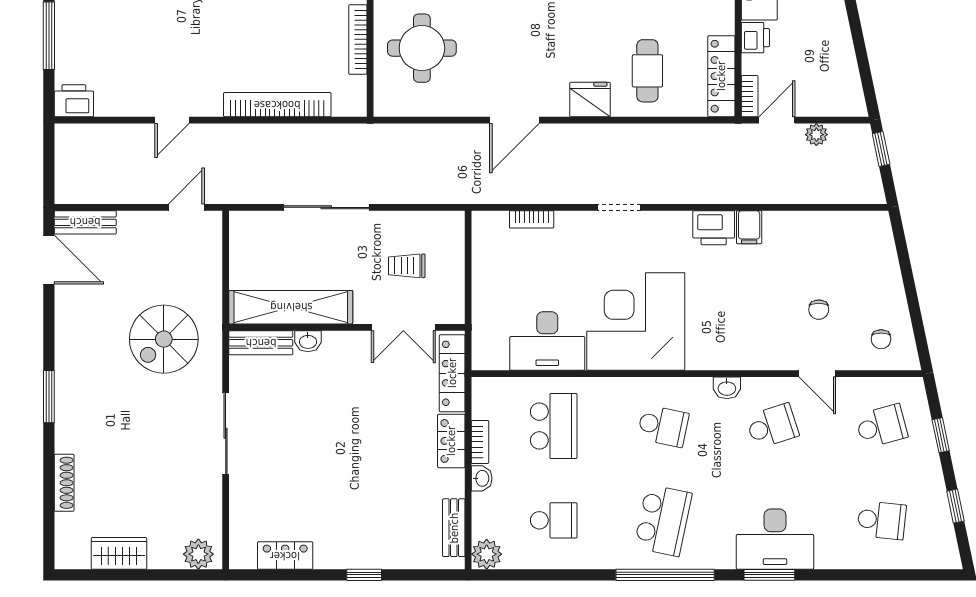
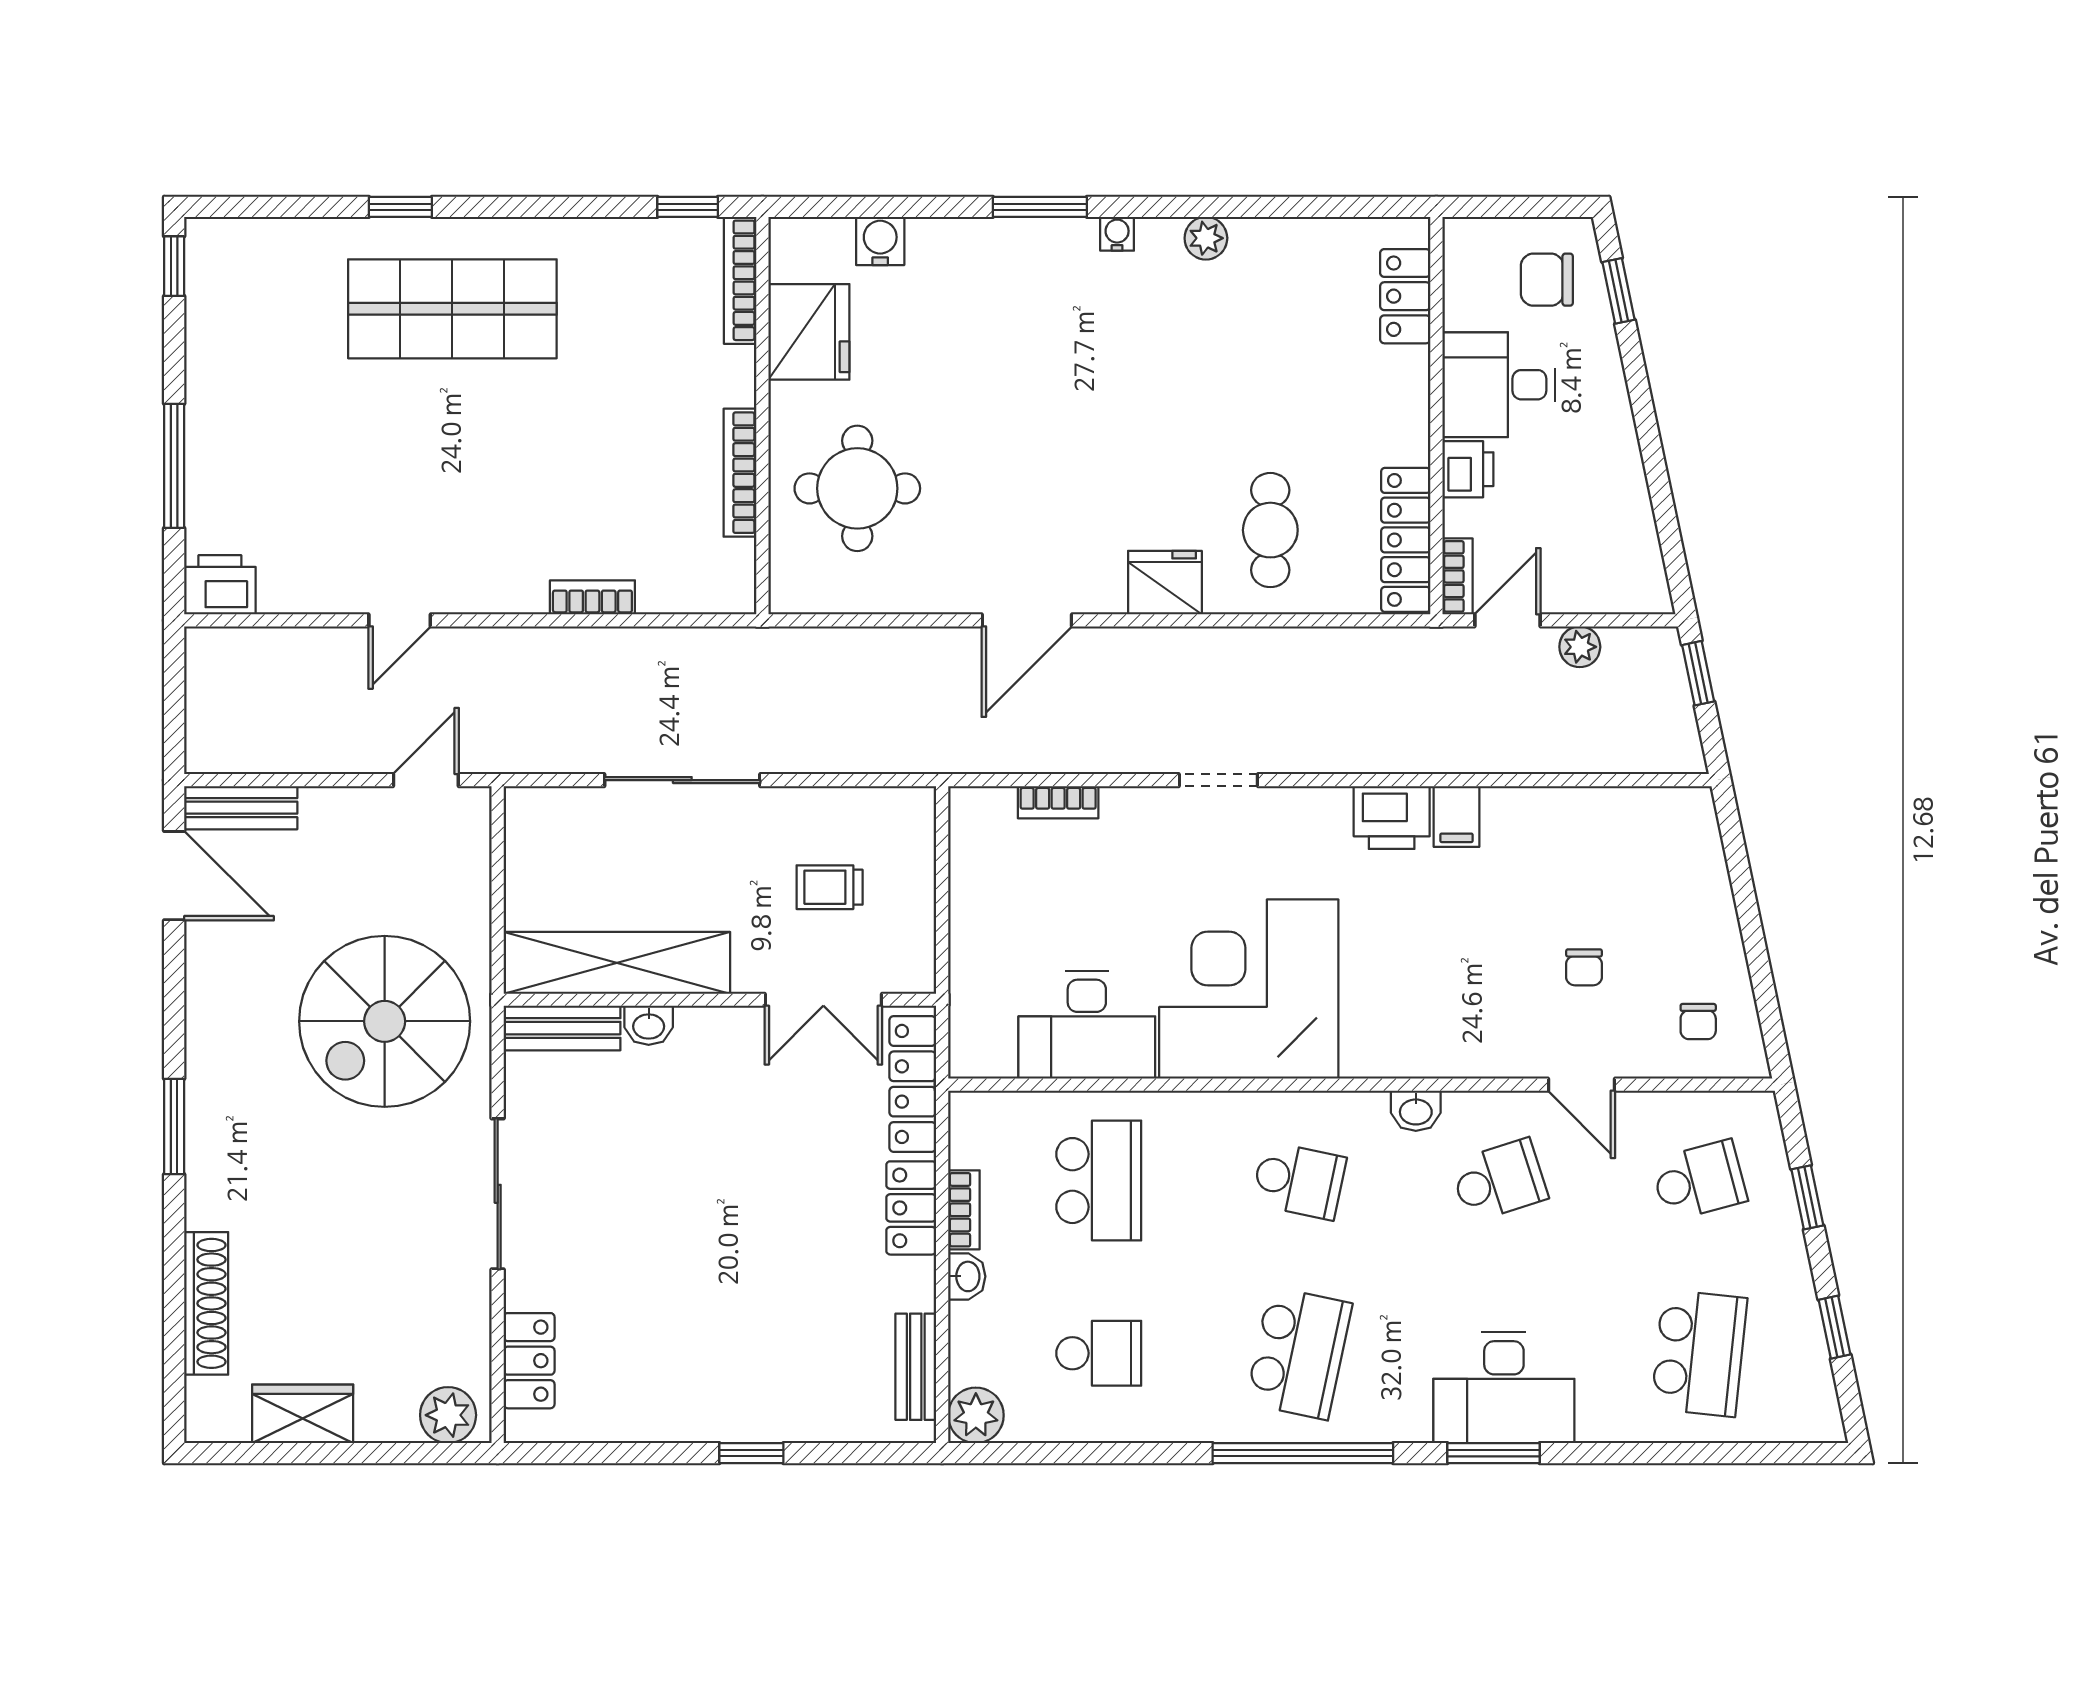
bookcase: (277, 105) -> (592, 597), width x0.43, depth x0.76
spiral stairs: (164, 339) -> (385, 1021), width x1.37, depth x1.37
shoe rack: (64, 483) -> (206, 1303), width x1.36, depth x1.24
school desk: (882, 520) -> (1699, 1353), width x1.85
locker: (285, 556) -> (529, 1361), moved, turned 90

